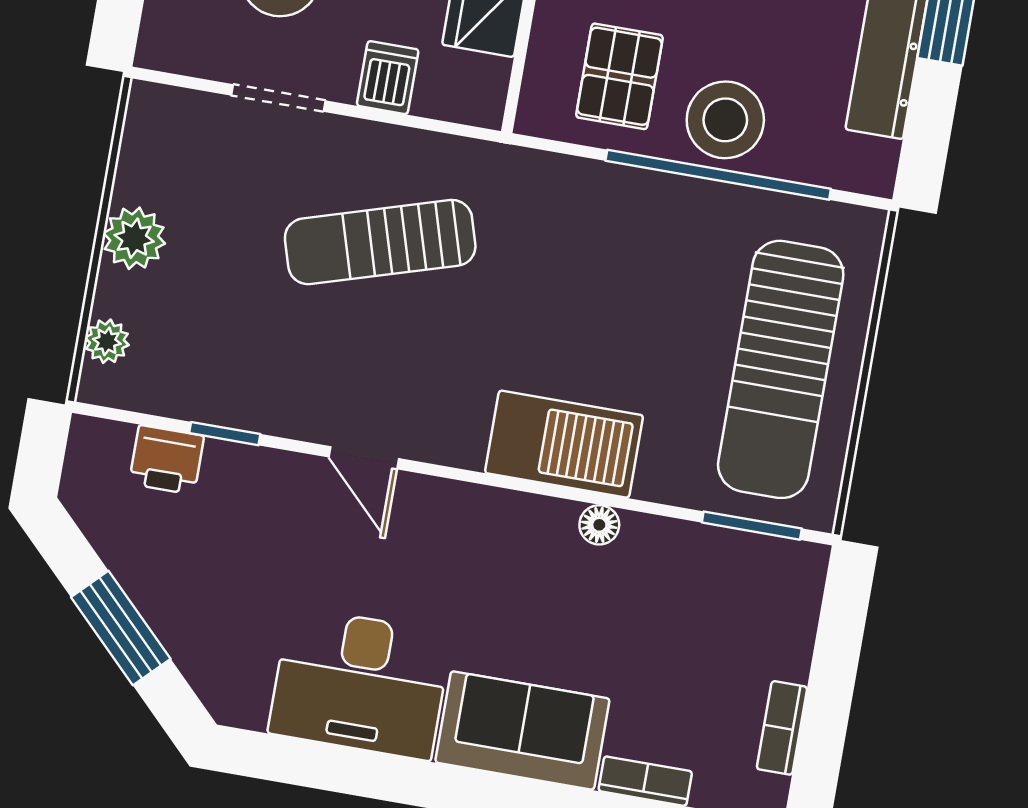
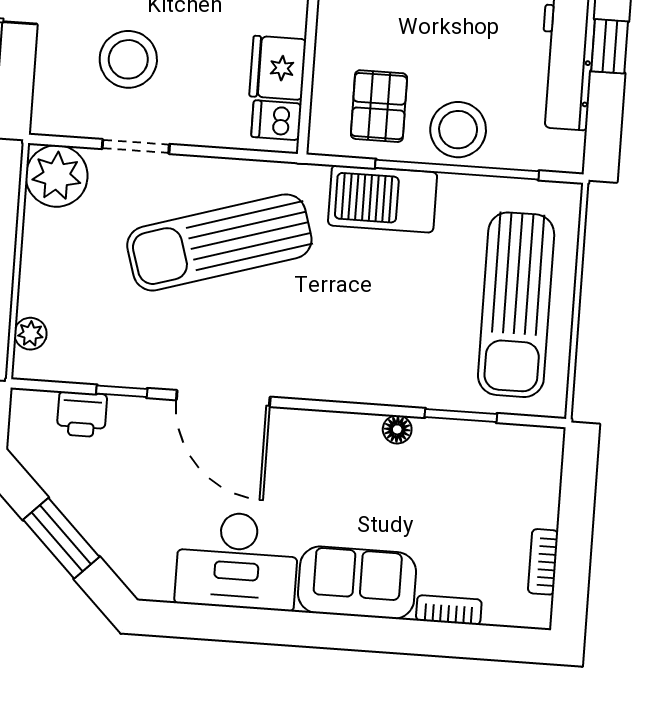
dishwasher: (388, 78) -> (276, 120), moved, turned -90
plant: (134, 238) -> (57, 176), moved, width x1.36, depth x1.36
sun lounger: (380, 242) -> (219, 242), width x1.36, depth x1.34
barbecue: (564, 444) -> (383, 199), moved, turned 180
door: (364, 458) -> (223, 398), width x1.88
window: (752, 526) -> (461, 416), moved

